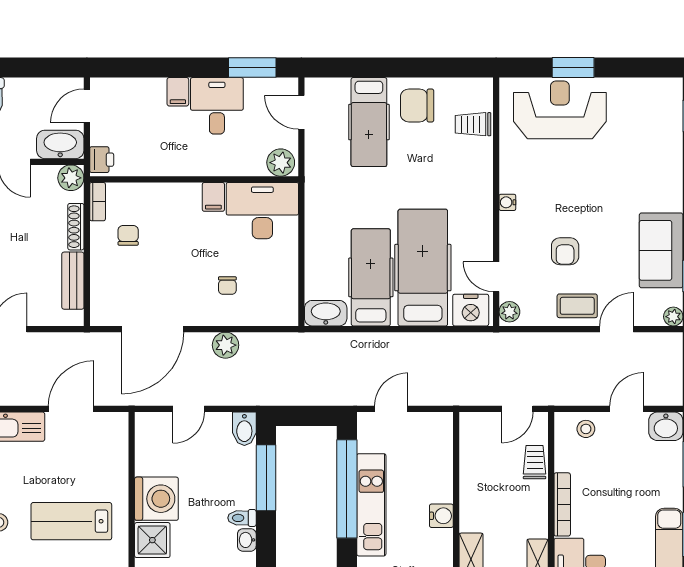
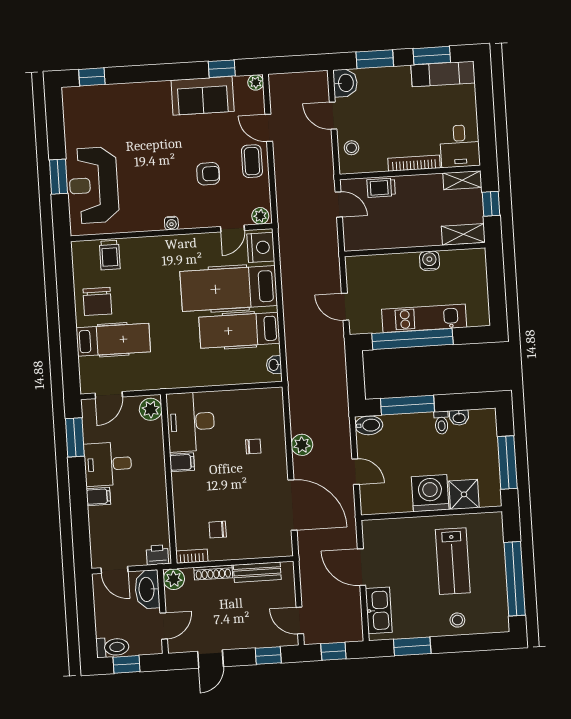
washbasin: (326, 313) -> (274, 365), width x0.52, depth x0.69

